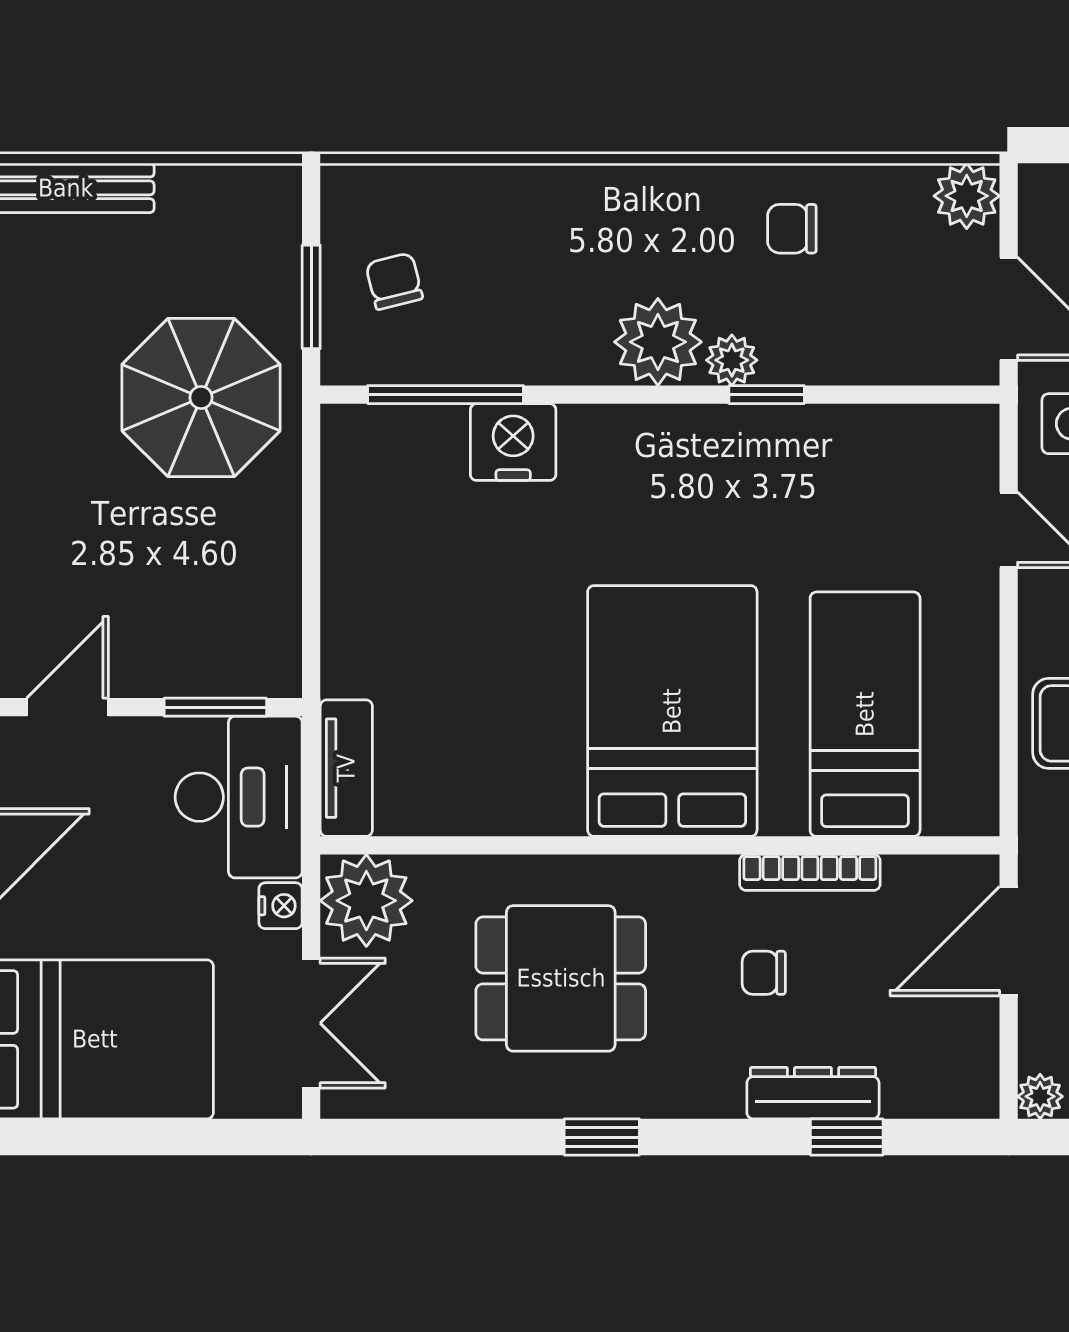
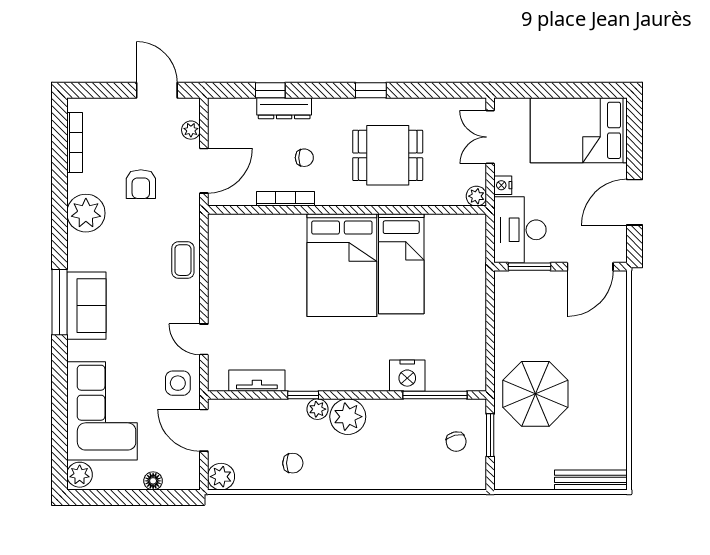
door: (68, 707) -> (590, 267), width x1.38
bed: (865, 714) -> (401, 264), moved
tv unit: (346, 768) -> (257, 381), moved, turned 90
plant: (366, 901) -> (476, 196), width x0.53, depth x0.53
plant: (1040, 1096) -> (191, 130), moved

